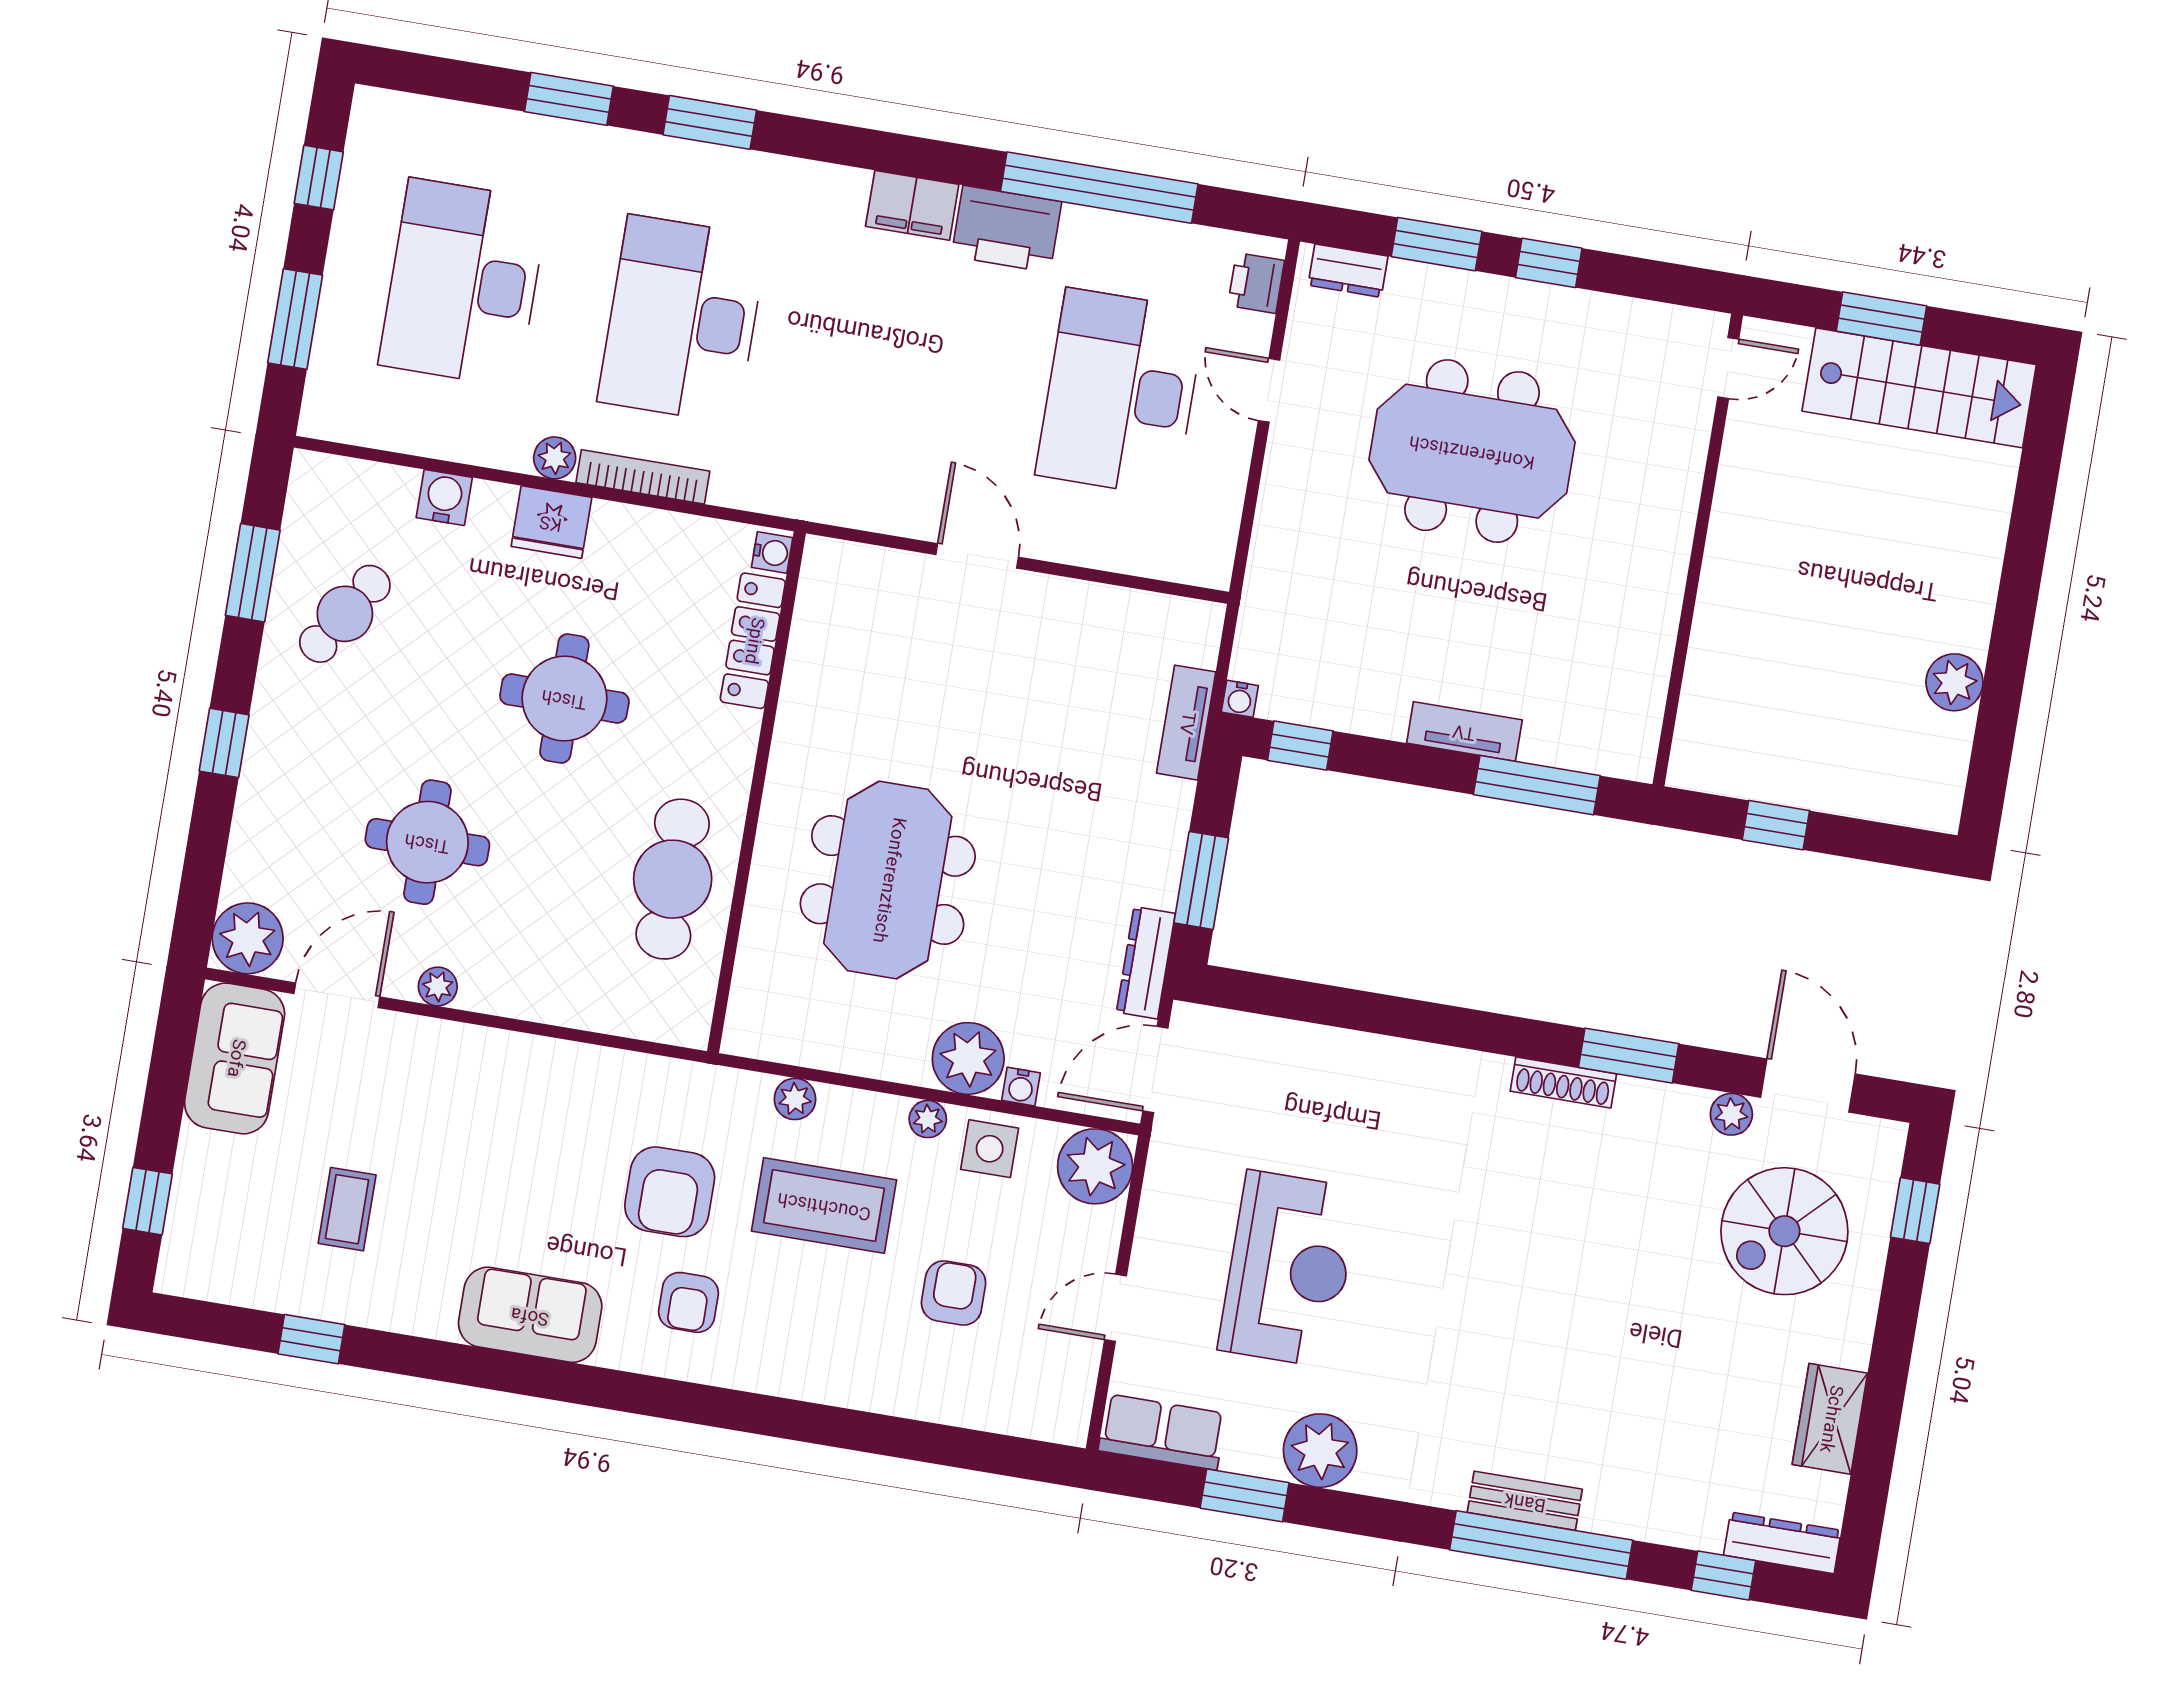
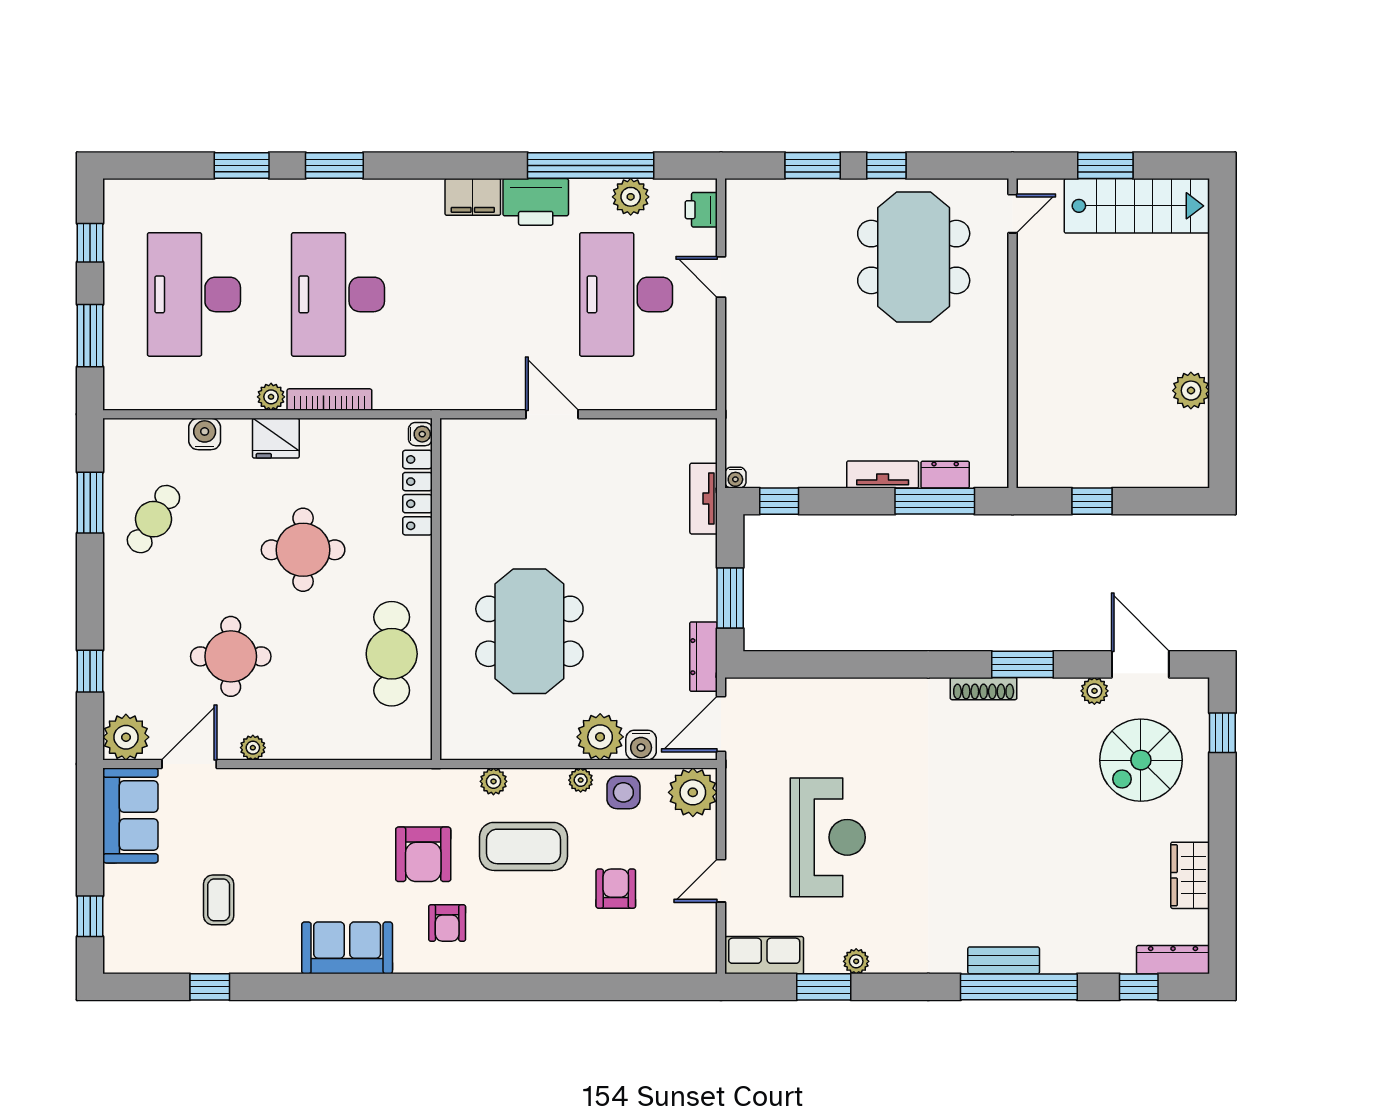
plant: (1152, 245) -> (631, 197), added
dresser: (1348, 271) -> (945, 475), moved, turned 180
meeting table: (1472, 451) -> (914, 257), moved, turned 90
window: (224, 743) -> (90, 671), moved
water cooler: (1021, 1087) -> (641, 745), width x1.38, depth x1.38
plant: (1320, 1451) -> (856, 961), width x0.53, depth x0.53

